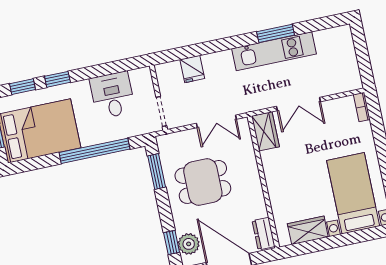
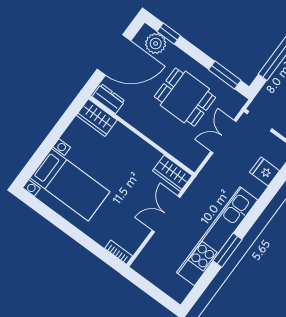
kitchen unit: (274, 51) -> (217, 236), width x1.36
double door: (216, 121) -> (223, 137), moved
dining table: (203, 182) -> (185, 97), turned 90
wardrobe: (308, 230) -> (97, 118), moved, turned 90

